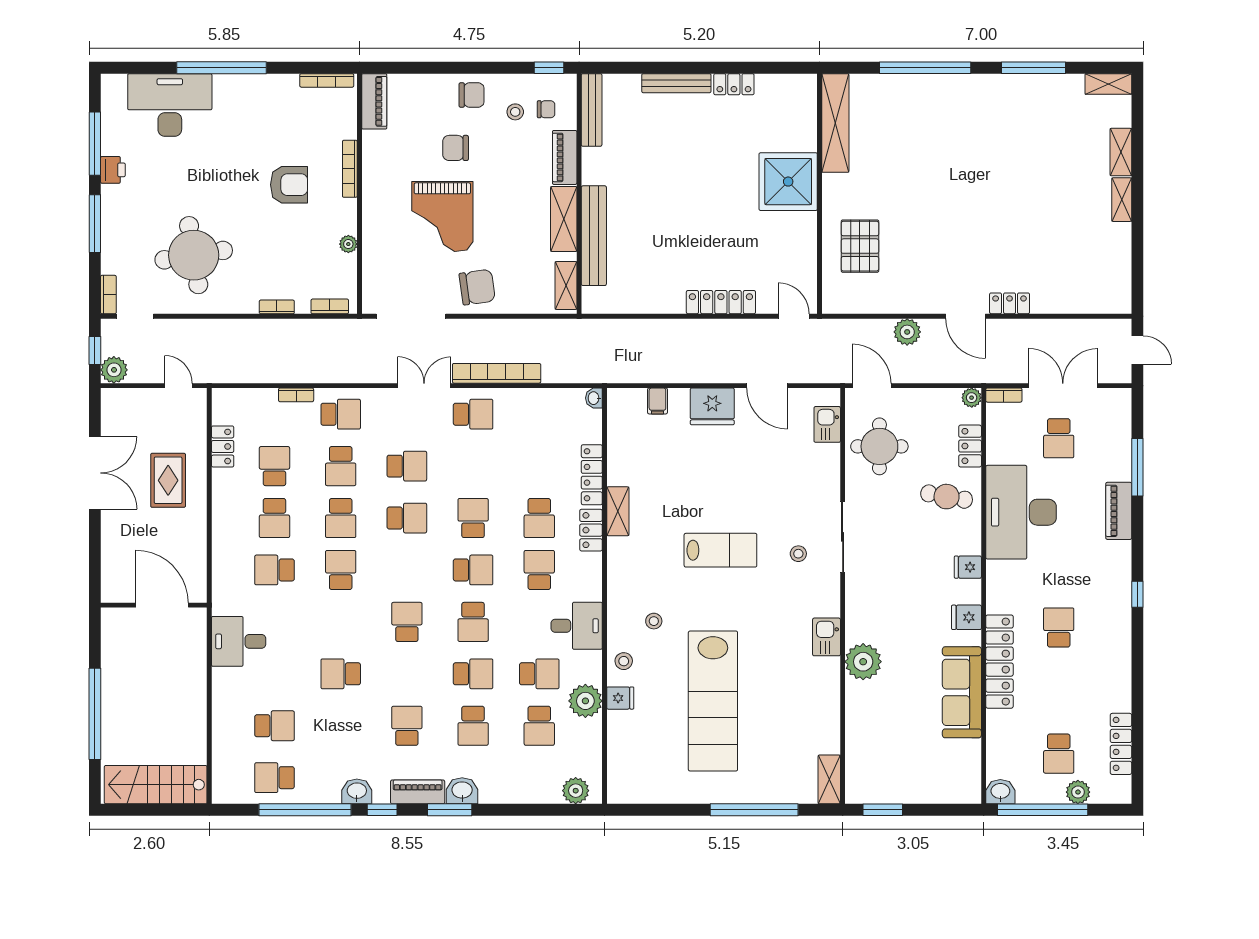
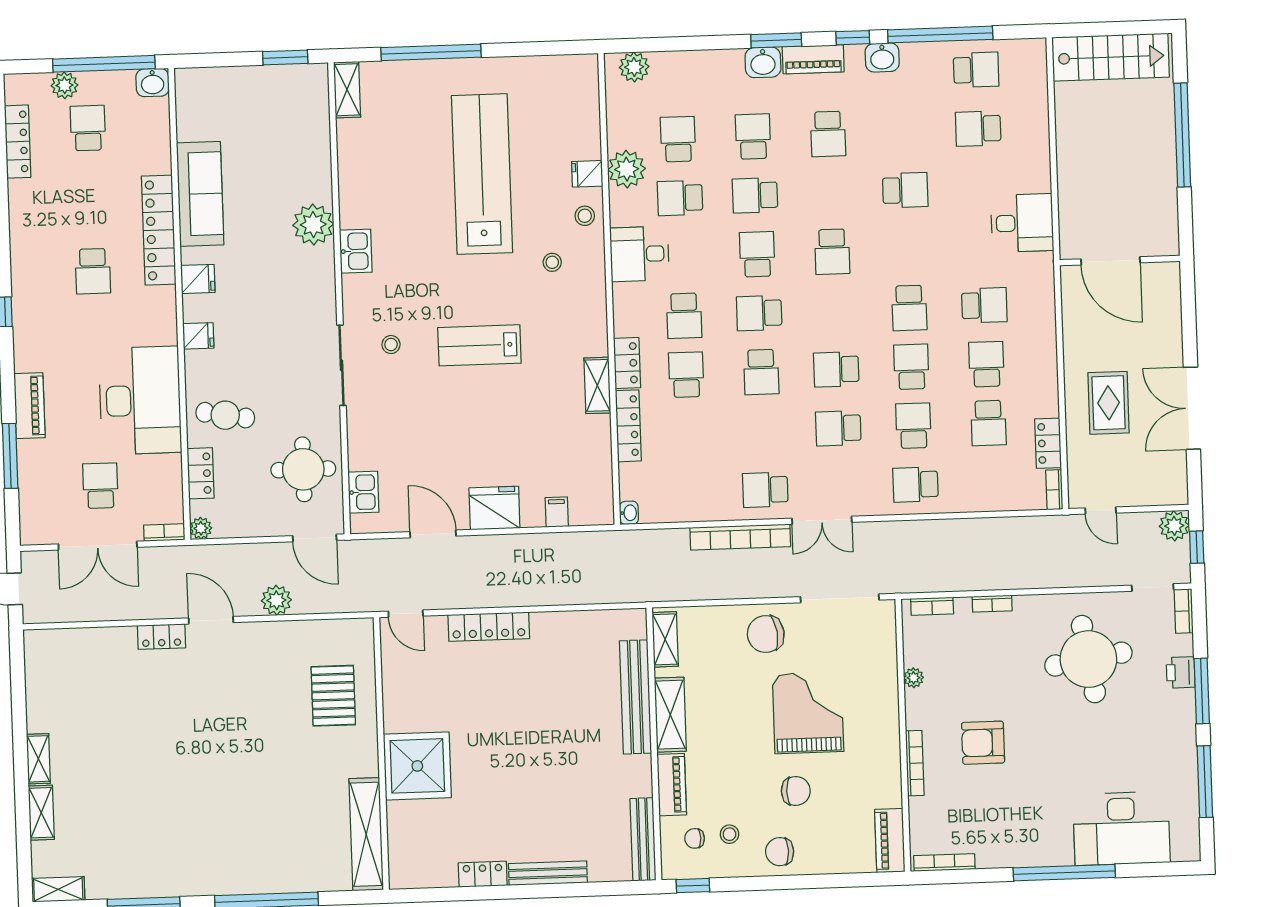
printer: (113, 170) -> (1181, 672), moved
bookcase: (296, 395) -> (1054, 490), moved, turned -90

